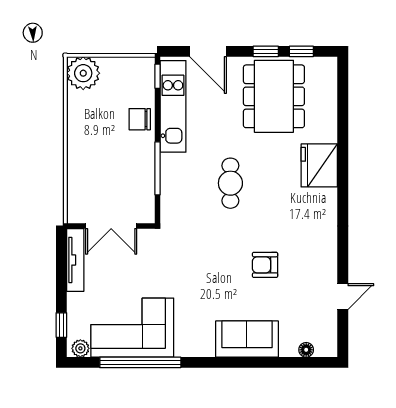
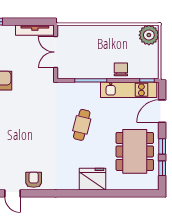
dining table: (274, 96) -> (135, 151), turned 90
cafe table: (230, 183) -> (82, 125), turned -76
armchair: (265, 265) -> (34, 180), moved

